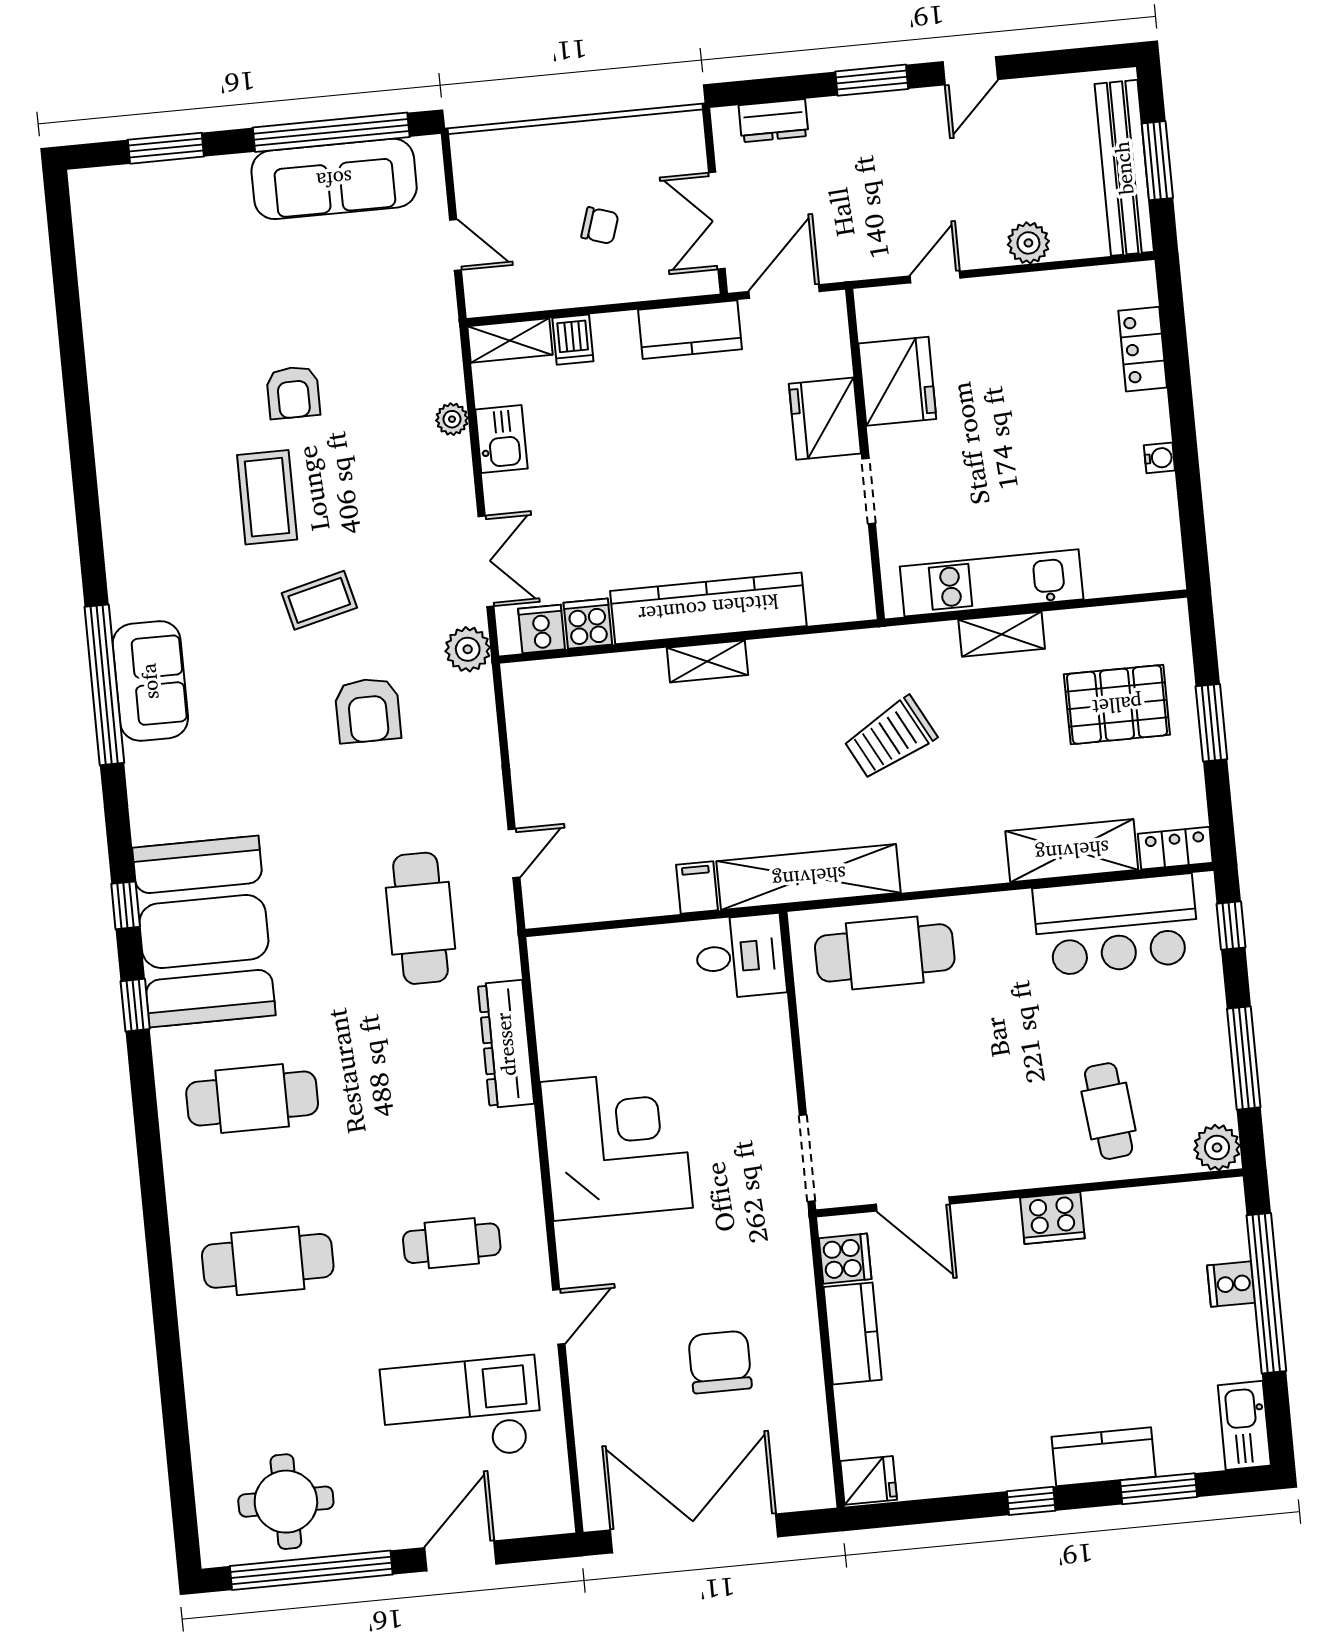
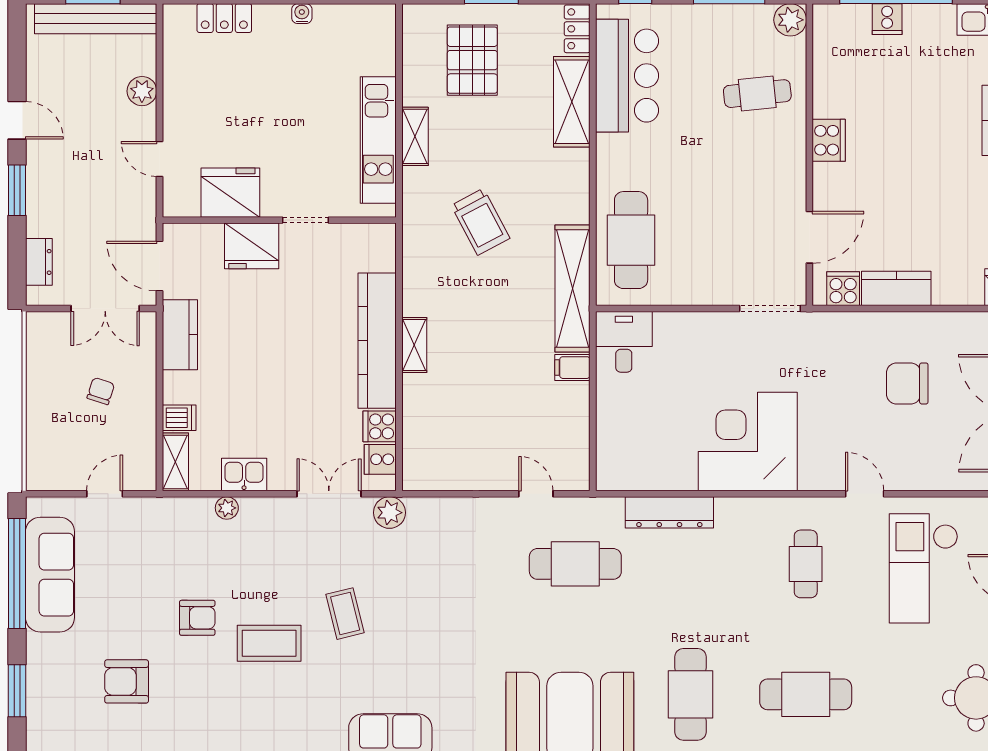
armchair: (368, 710) -> (127, 681), moved, turned 180
cafe table: (268, 1261) -> (806, 694), turned 90

